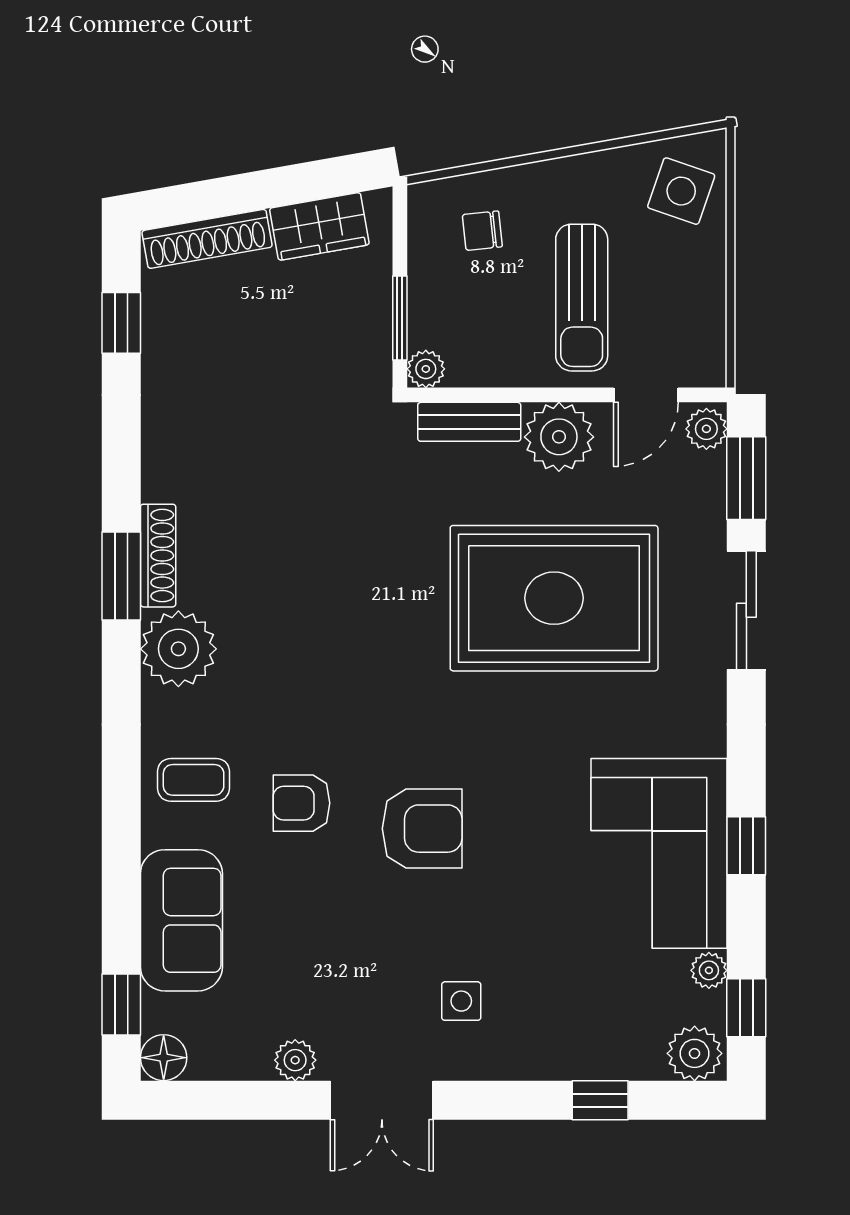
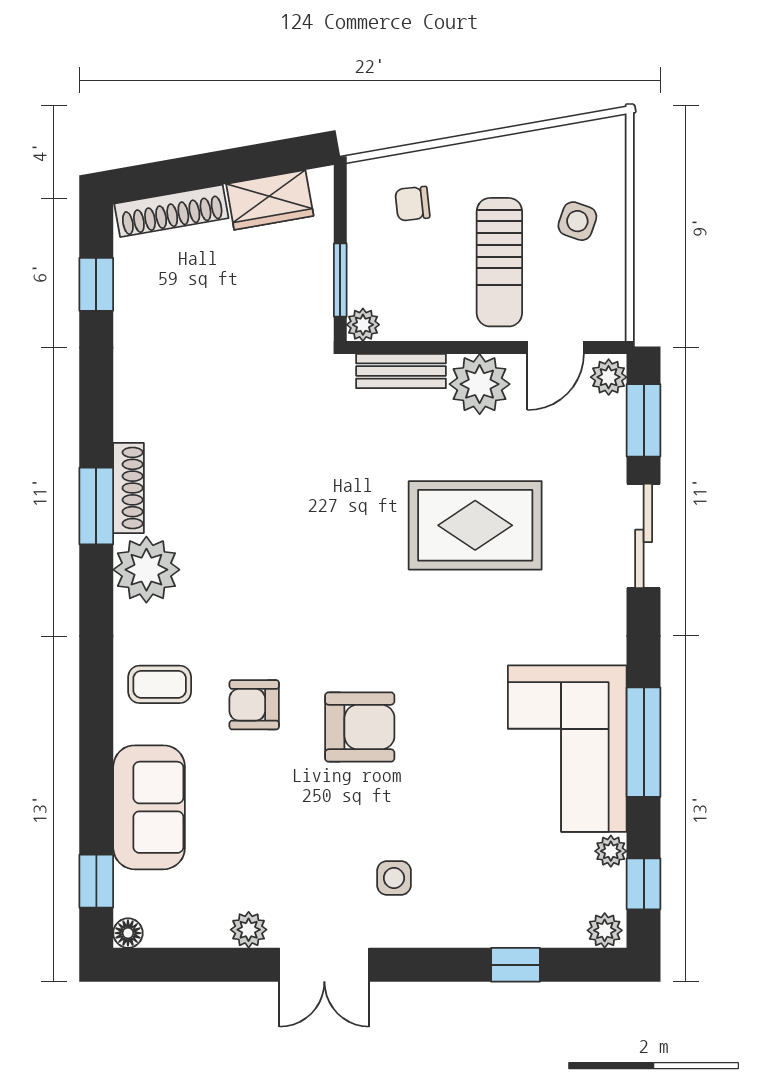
side table: (681, 191) -> (577, 221), moved, width x0.73, depth x0.73
rug: (554, 598) -> (475, 525), width x0.73, depth x0.69
window: (746, 846) -> (644, 742), width x2.17
plant: (695, 1053) -> (605, 930), width x0.73, depth x0.73
floor lamp: (164, 1058) -> (128, 933), width x0.73, depth x0.73

